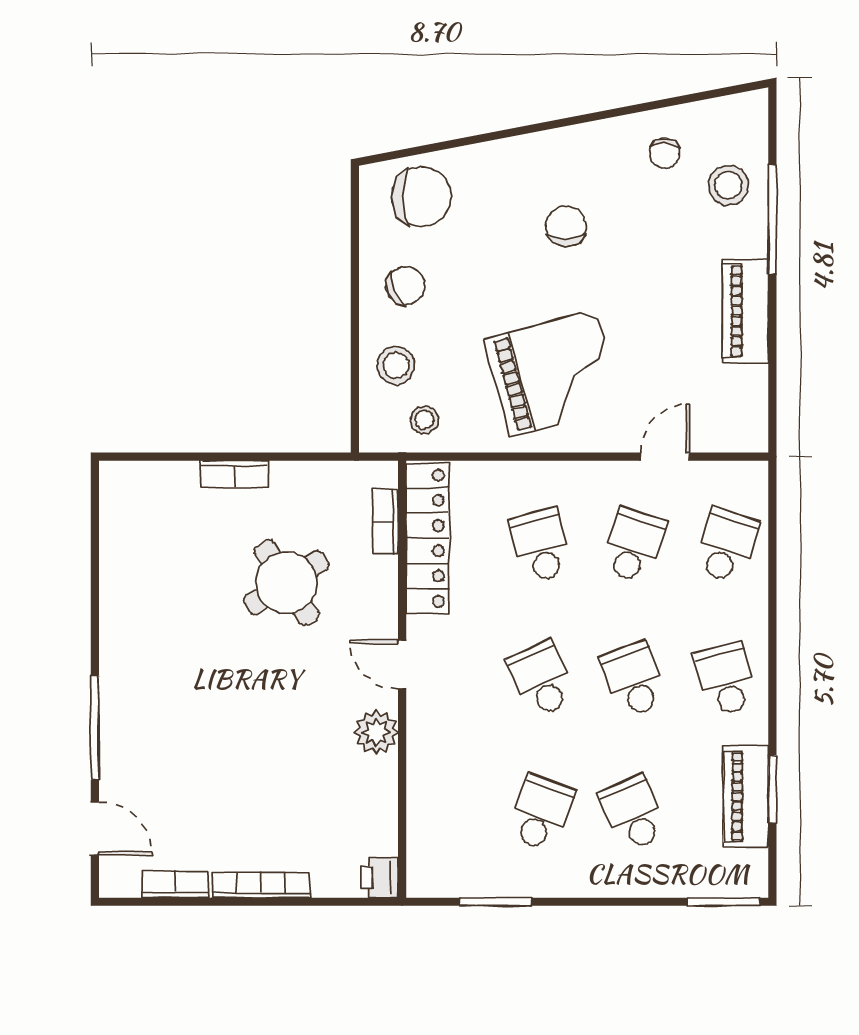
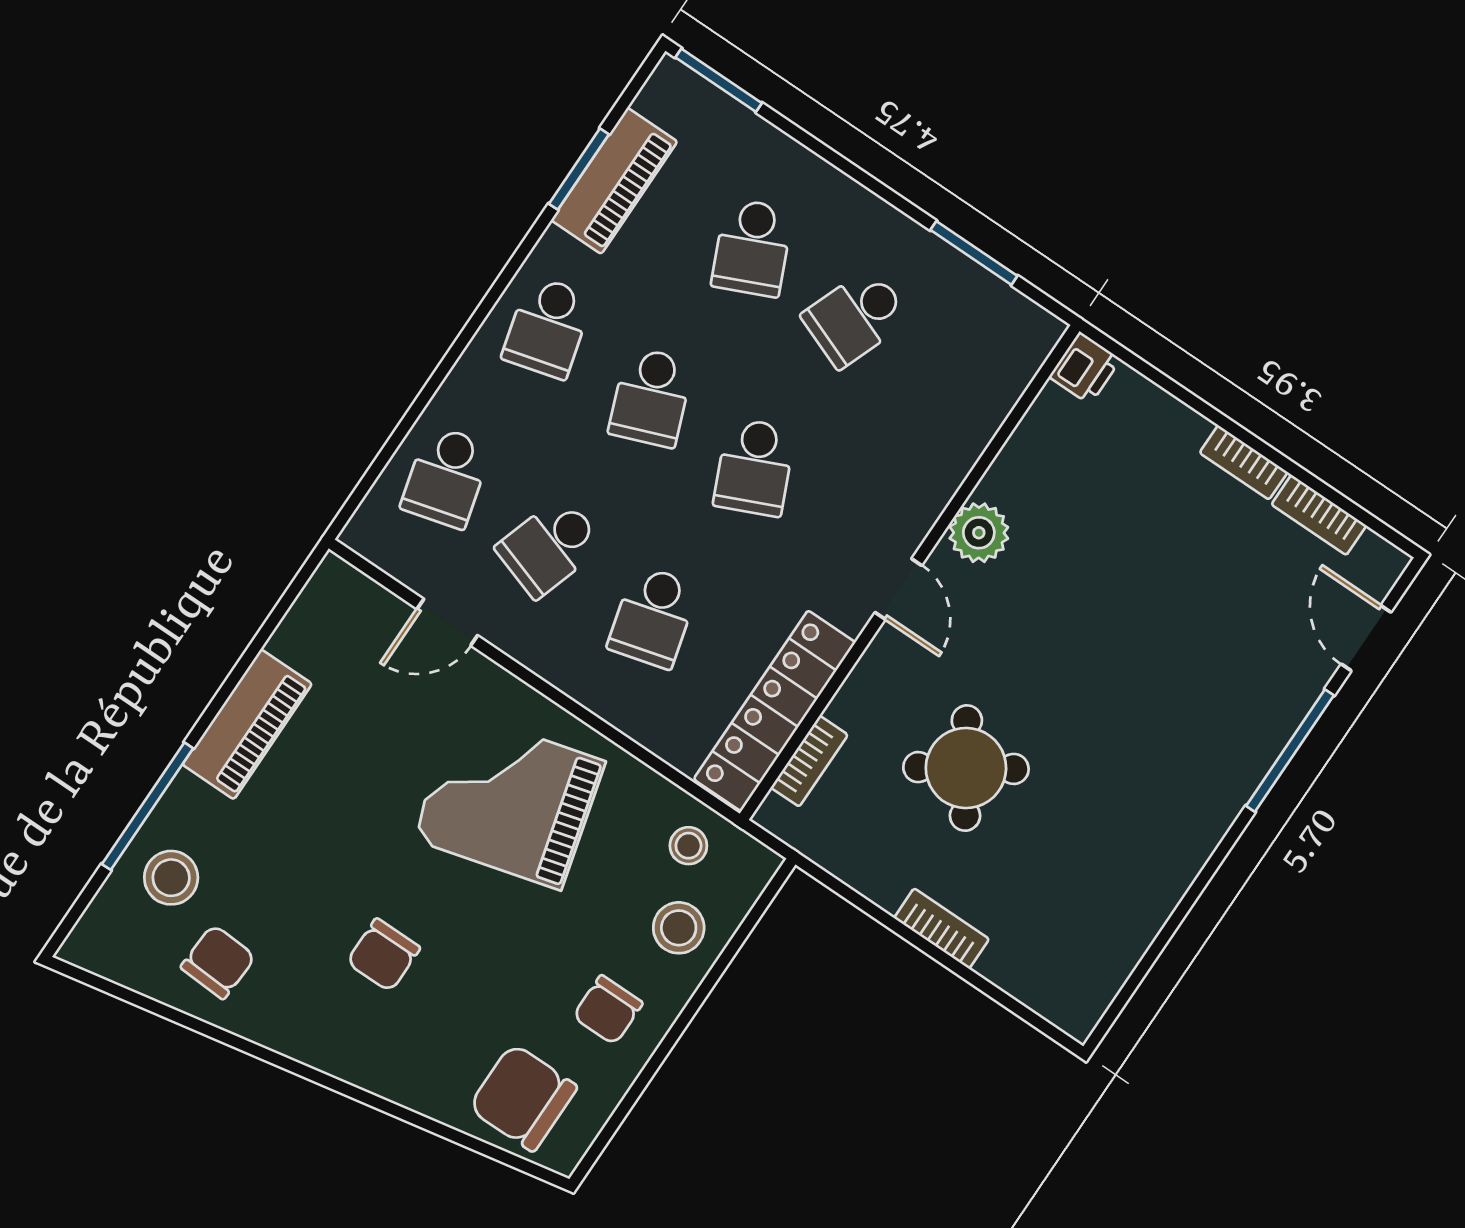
chair: (665, 153) -> (218, 962), width x1.37, depth x1.37
chair: (406, 286) -> (608, 1010), turned -66
school desk: (726, 545) -> (446, 477), turned -33
bookcase: (261, 885) -> (1244, 462), width x0.64

